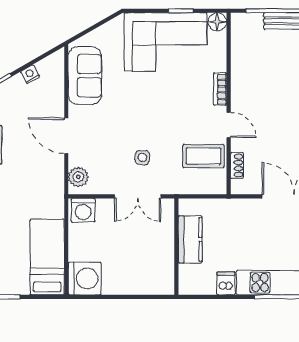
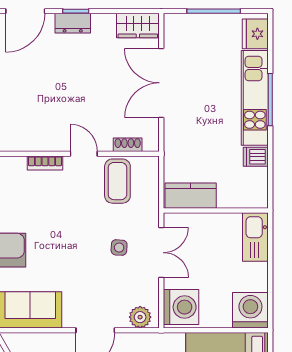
door: (229, 125) -> (84, 154), hinge flipped
washing machine: (83, 210) -> (181, 307), width x1.37, depth x1.37
kitchen counter: (190, 239) -> (191, 196), moved
kitchen sink: (152, 283) -> (255, 237), added

